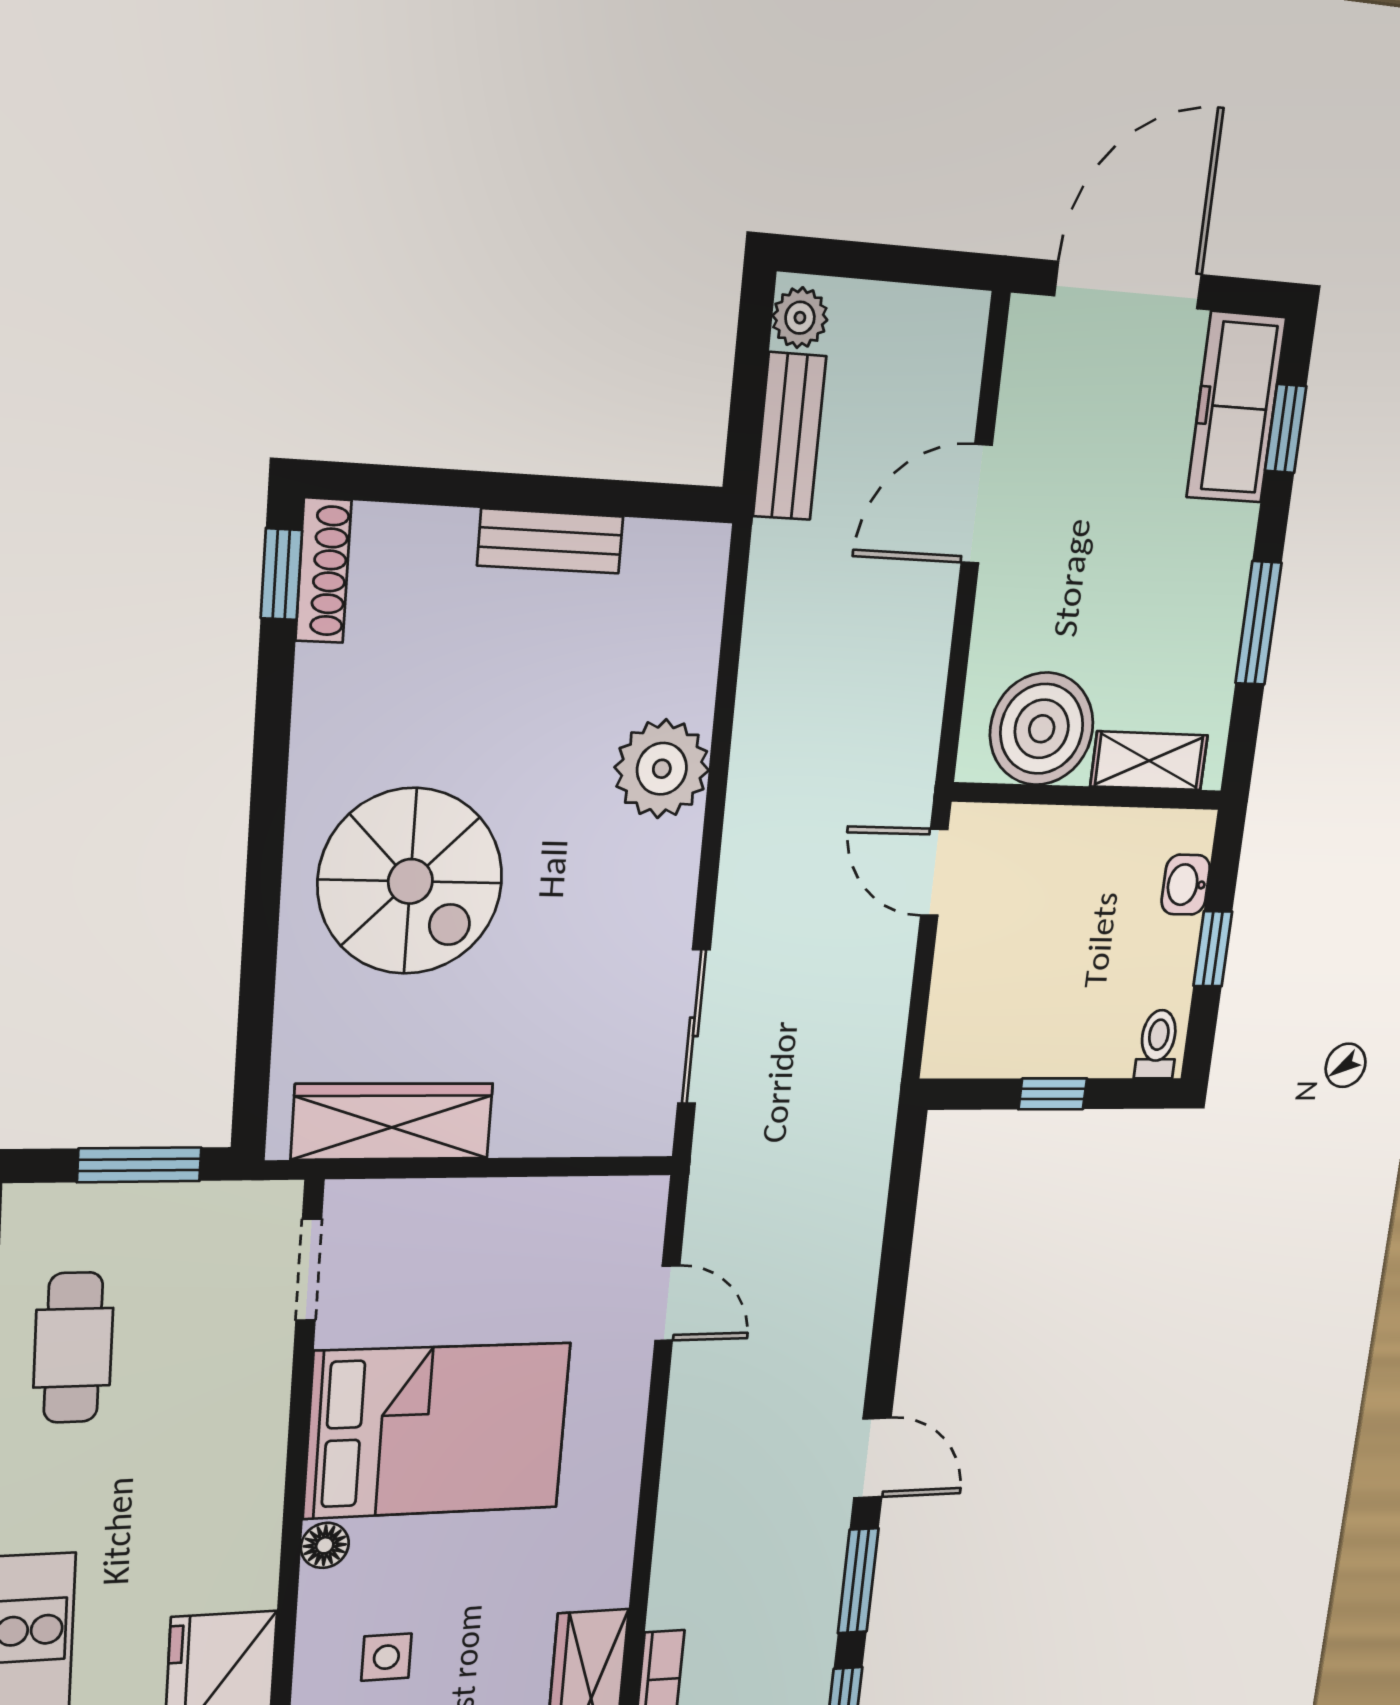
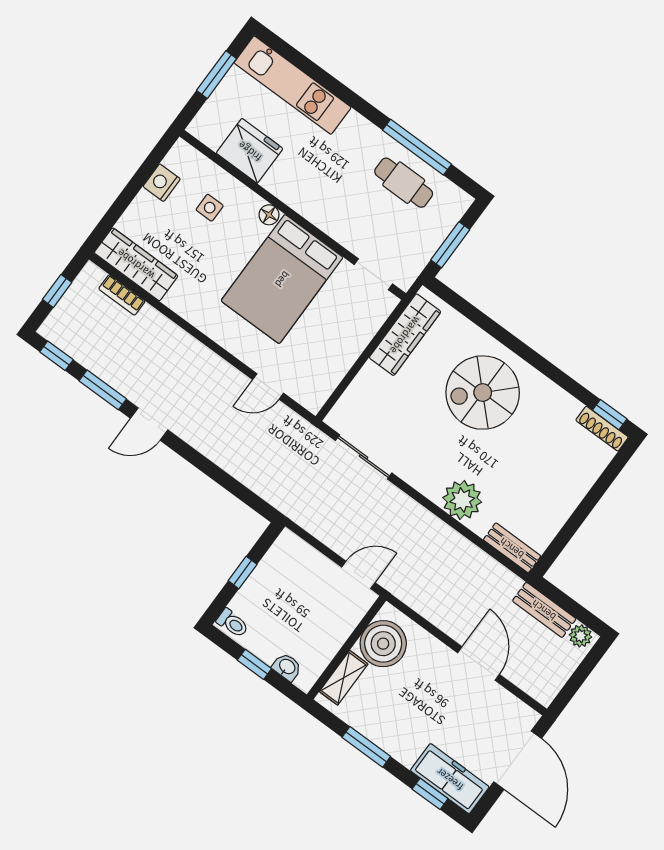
bench: (550, 541) -> (512, 548), moved, turned 90

